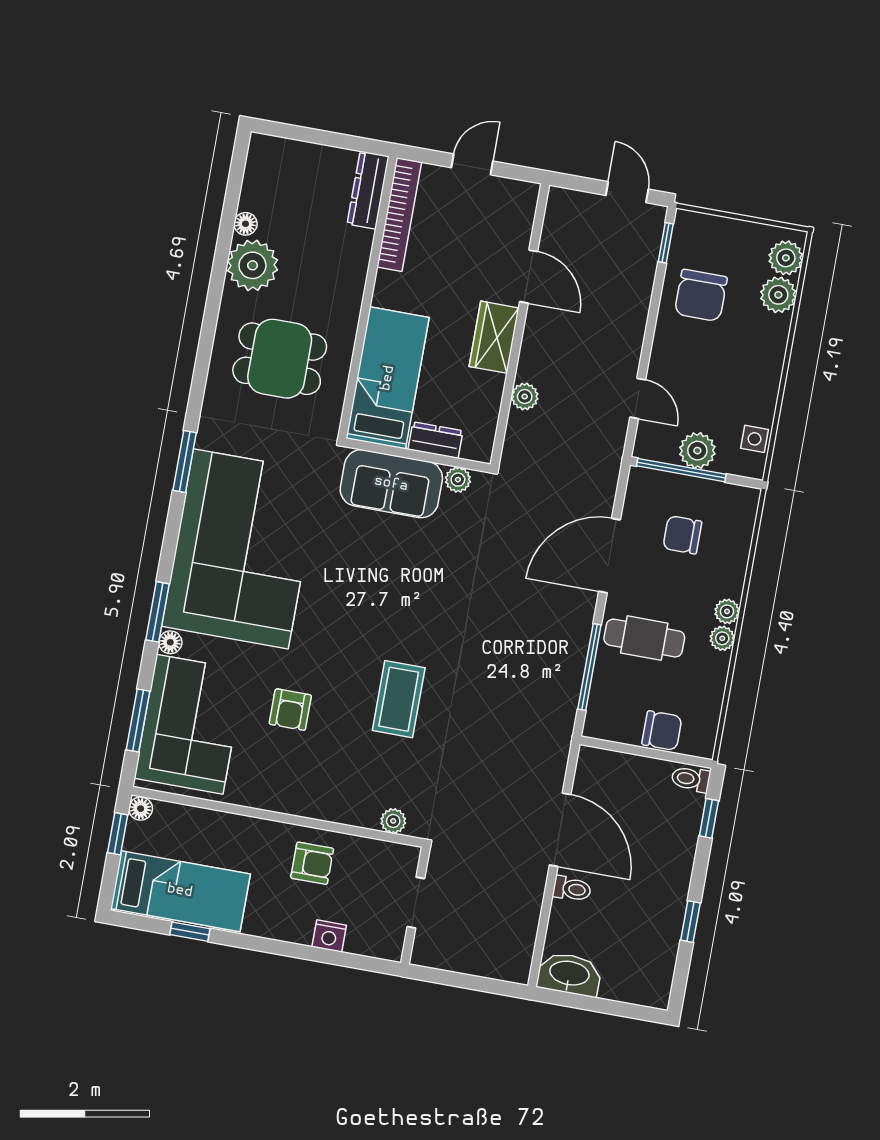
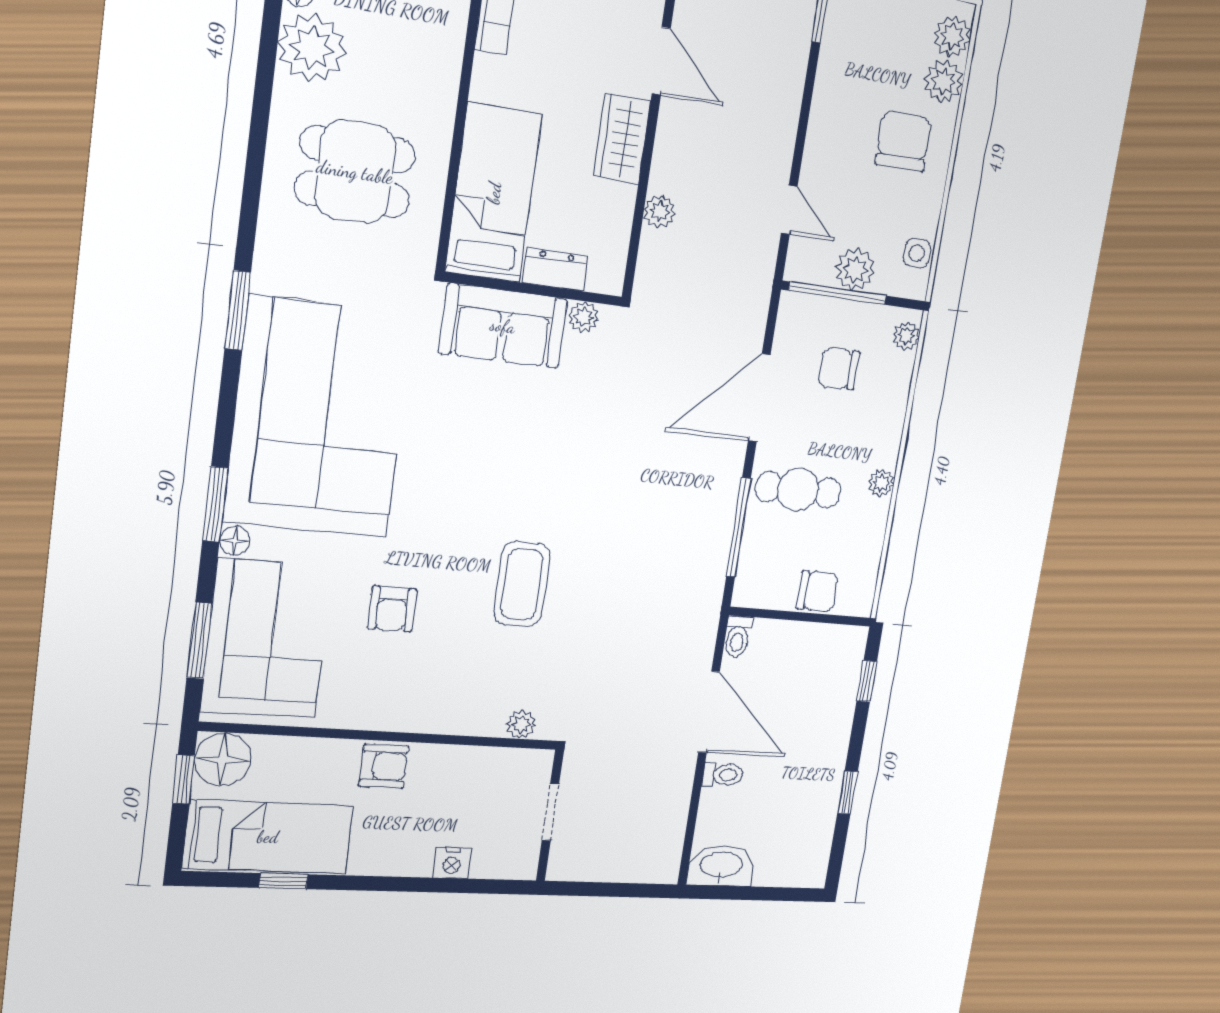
chair: (701, 295) -> (903, 141), moved, turned 180
plant: (727, 611) -> (906, 336), moved
toilet: (691, 779) -> (738, 637), moved, turned -90
floor lamp: (141, 809) -> (223, 759), width x1.89, depth x1.89
armchair: (312, 863) -> (384, 766), moved

